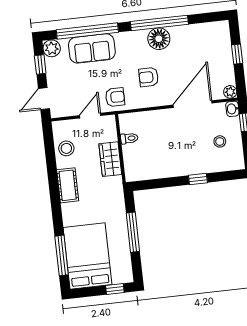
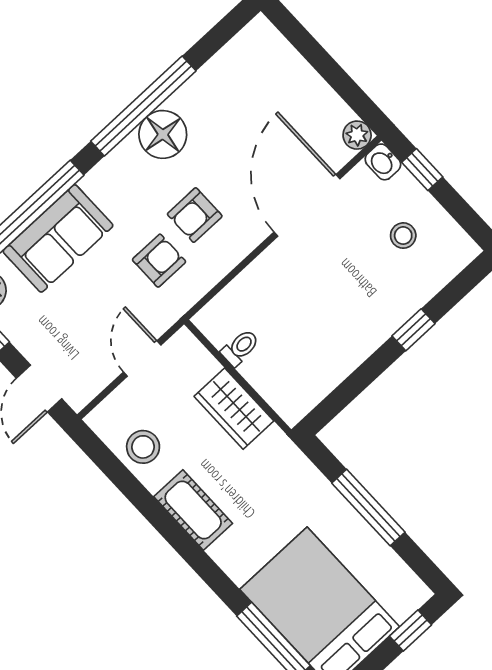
window: (237, 54) -> (320, 60), removed
armchair: (115, 97) -> (159, 261), moved

